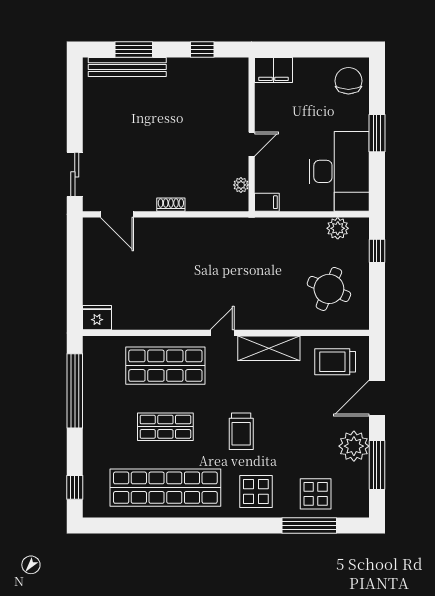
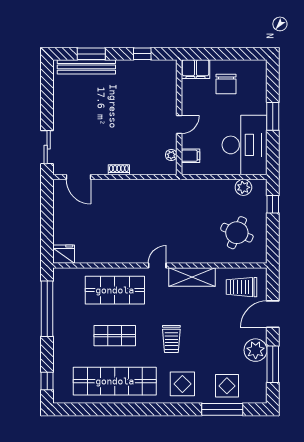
chair: (348, 81) -> (226, 84), moved, turned 180
filing cabinet: (267, 202) -> (191, 156), moved

